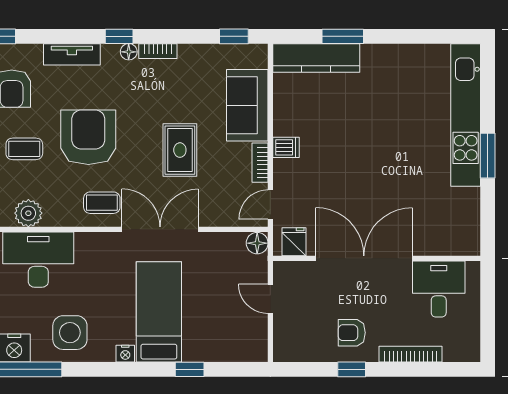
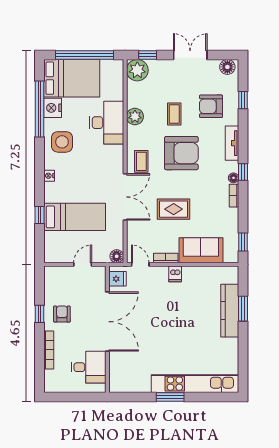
kitchen counter: (316, 58) -> (230, 311), moved
bed: (159, 312) -> (75, 217), moved

